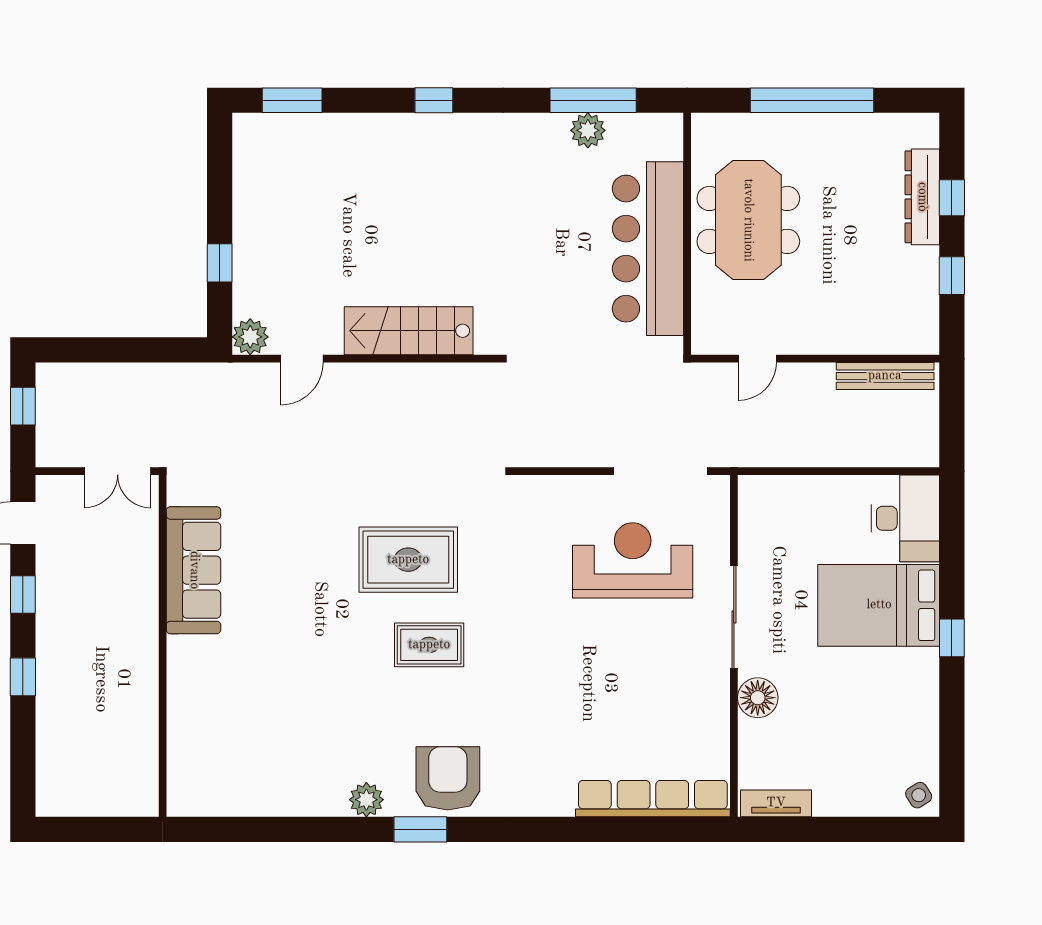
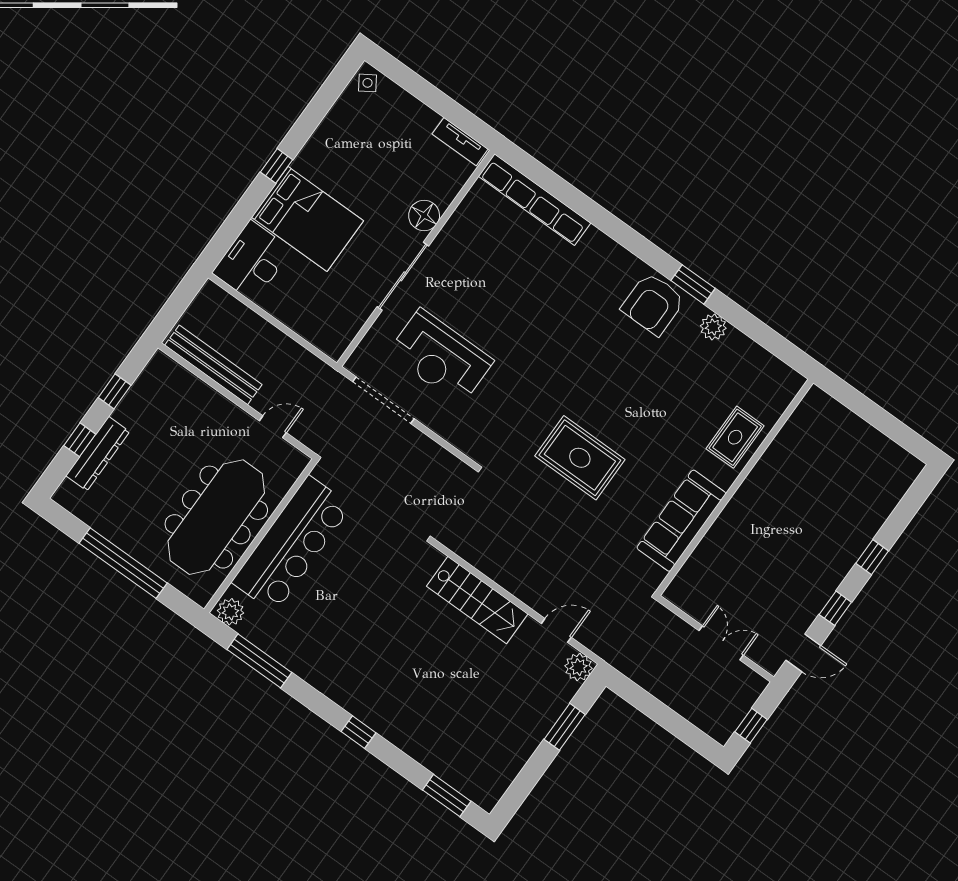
plant: (588, 130) -> (230, 612), moved
meeting table: (748, 220) -> (216, 517), width x1.36
window: (220, 263) -> (565, 727), width x1.50
bench: (885, 376) -> (213, 365), width x1.37, depth x1.21
sofa: (194, 570) -> (681, 521), moved
rug: (429, 645) -> (735, 437), moved, turned 90
wall: (163, 646) -> (734, 487), moved

